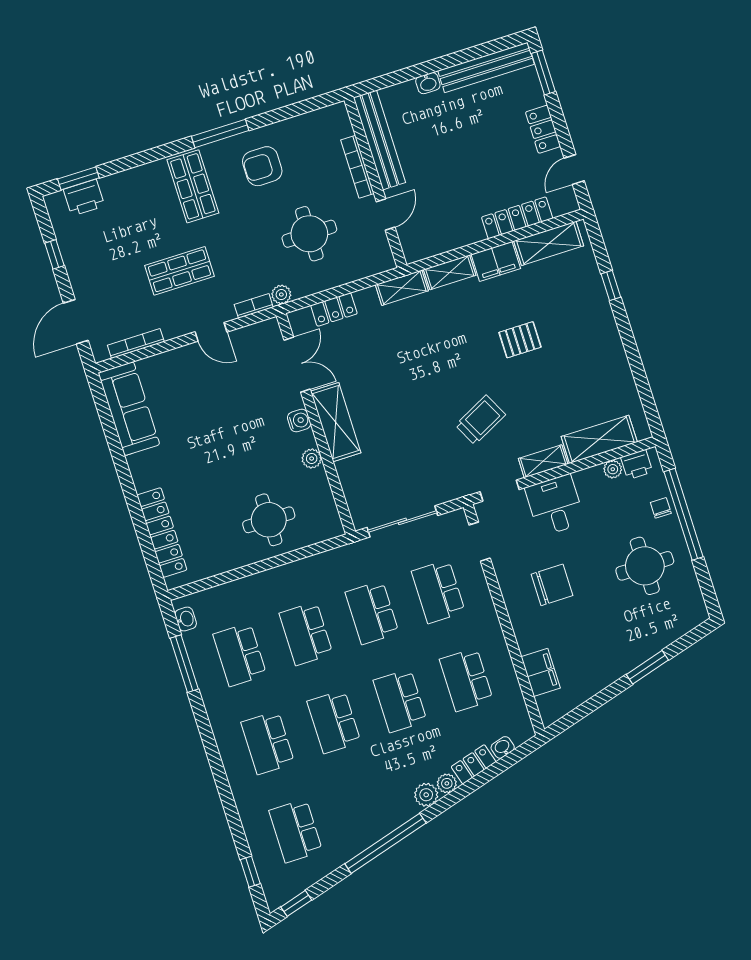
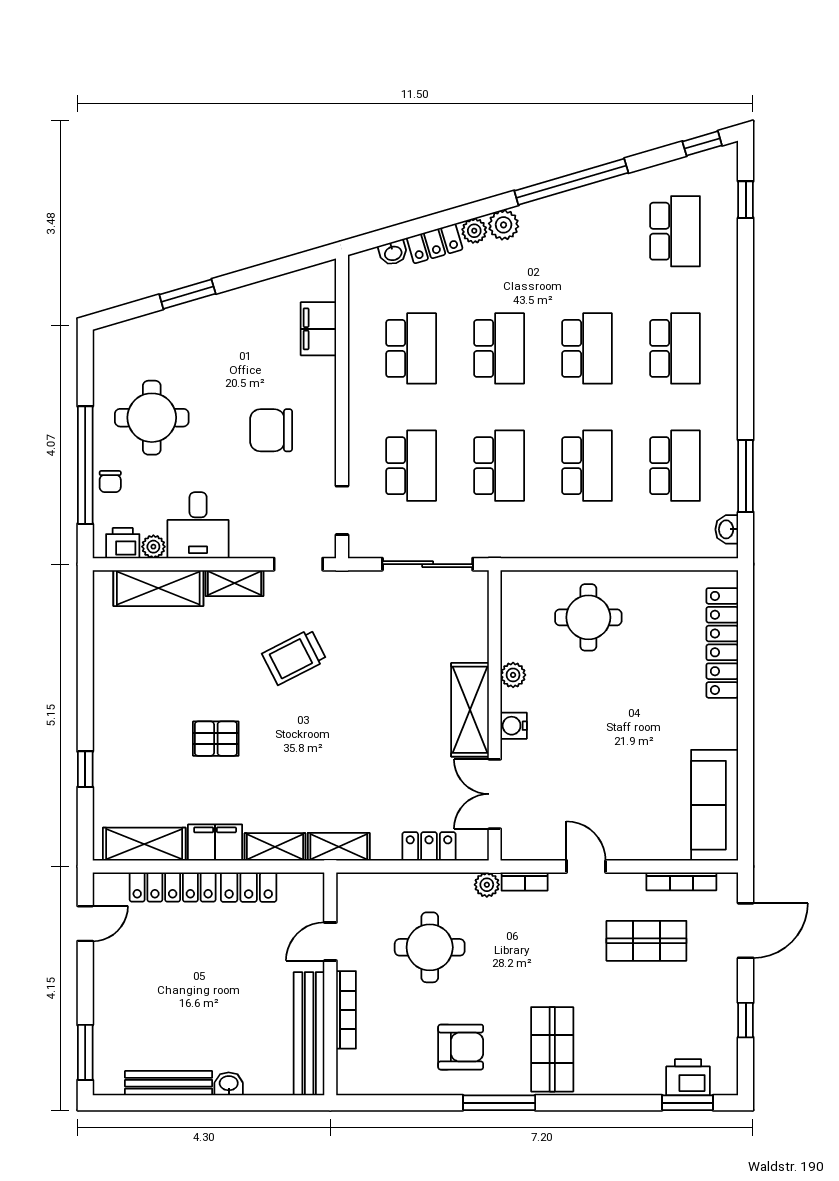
bench: (486, 67) -> (169, 1083), width x0.73, depth x0.82
locker: (543, 129) -> (249, 887), moved, turned 90
shop shelf: (179, 271) -> (646, 941), moved
desk: (555, 505) -> (198, 525), moved

